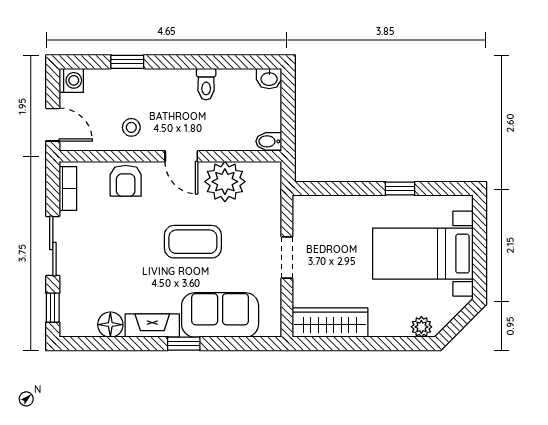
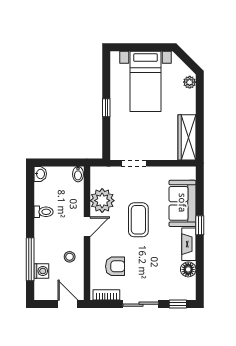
window: (127, 62) -> (30, 259), width x2.17
washing machine: (71, 80) -> (41, 271), moved, turned 90
door: (53, 125) -> (68, 304), hinge flipped
armchair: (126, 181) -> (115, 266), moved
window: (400, 189) -> (106, 108), moved
doorway: (287, 258) -> (134, 163), moved

